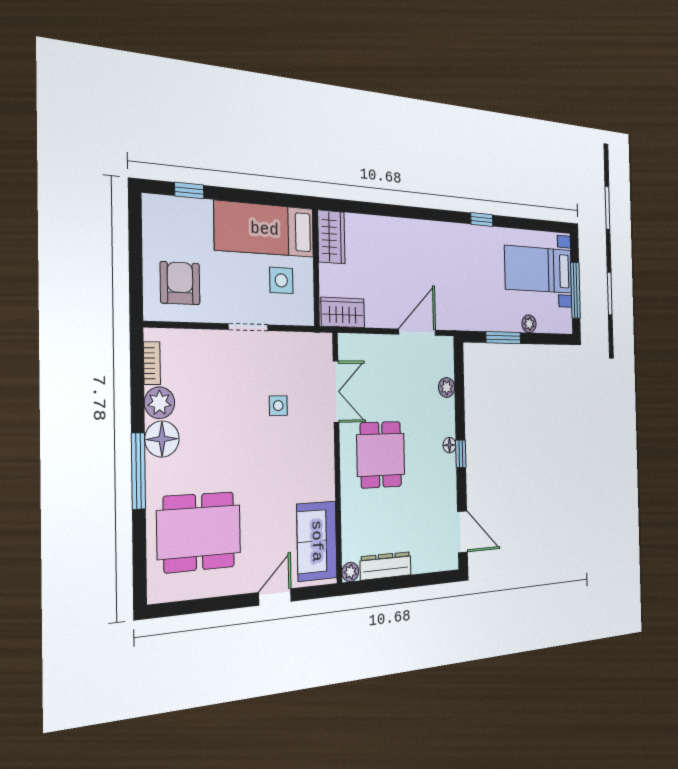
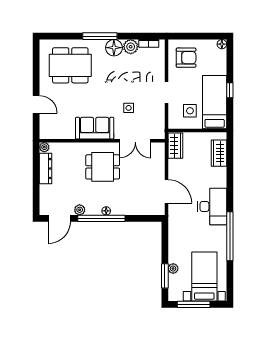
window: (189, 191) -> (230, 90), moved
floor lamp: (151, 204) -> (222, 44), added
window: (482, 219) -> (230, 236), width x3.17
wardrobe: (331, 237) -> (219, 153), moved, turned 90
desk: (439, 248) -> (212, 206), added
window: (503, 338) -> (165, 276), moved
plant: (447, 387) -> (80, 210), moved
window: (461, 454) -> (101, 218), width x3.17
dining table: (199, 532) -> (70, 65), turned 90
sofa: (317, 541) -> (95, 128), moved

